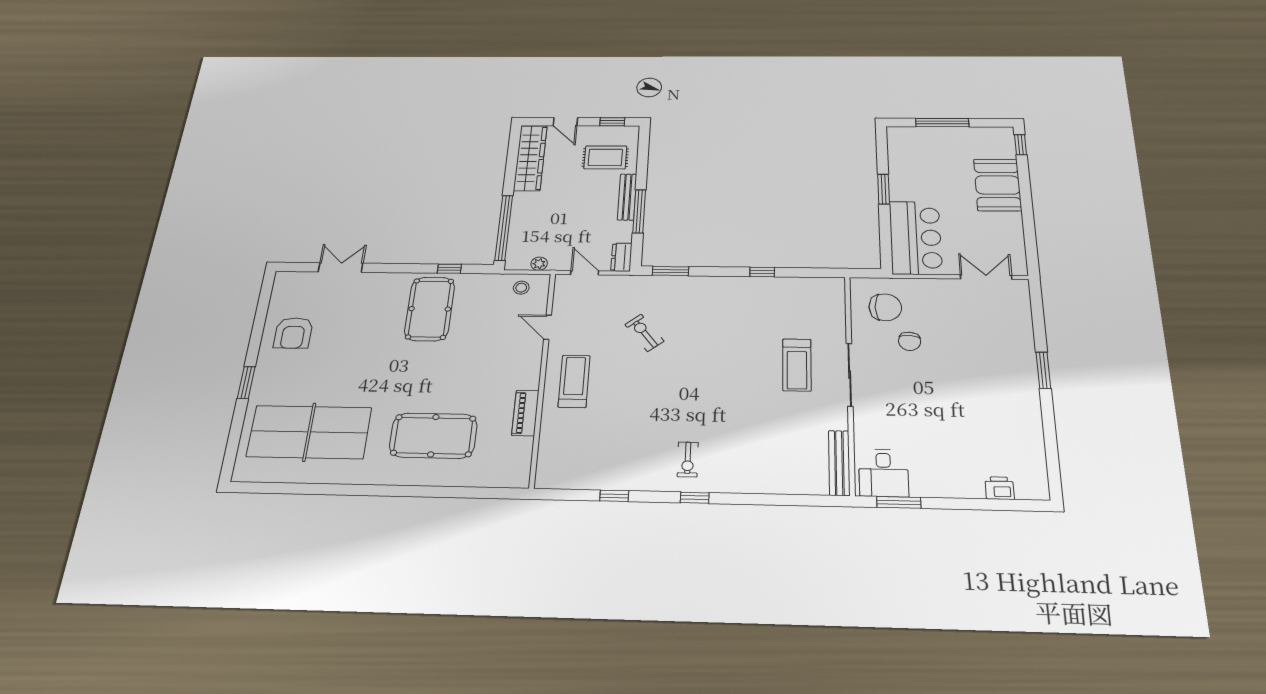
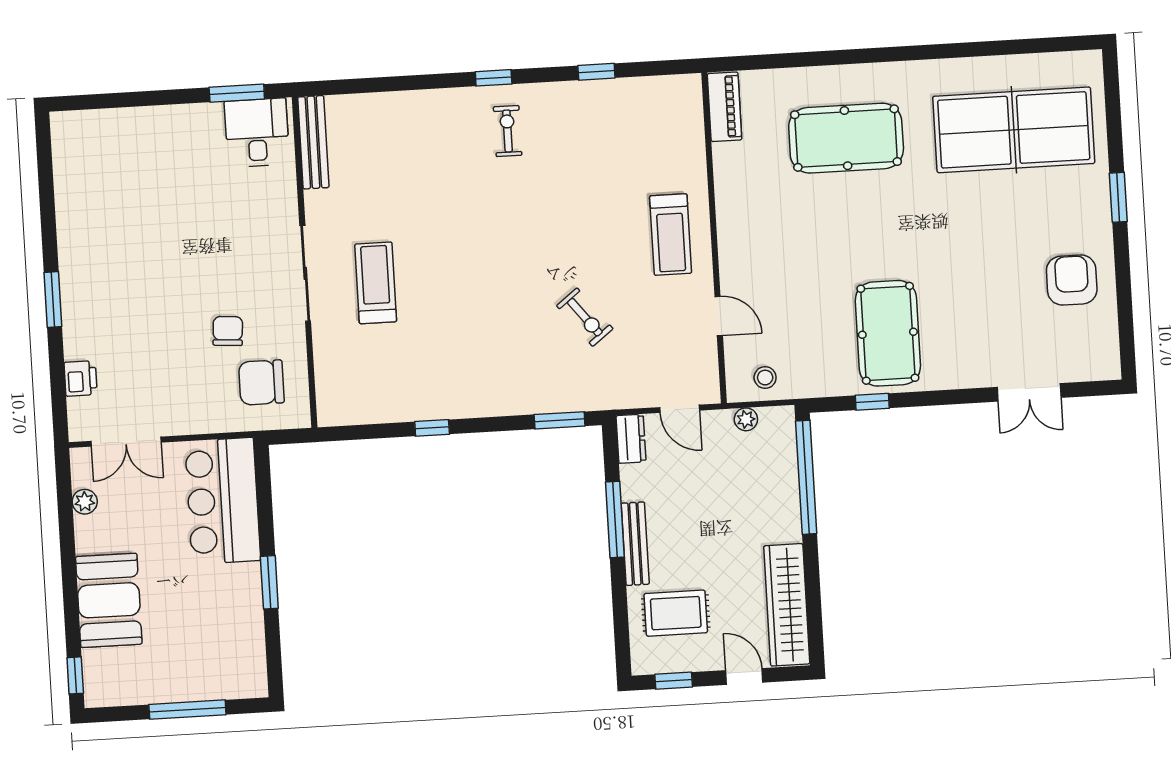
plant: (1016, 243) -> (85, 502), added
piano: (525, 413) -> (725, 107), moved
printer: (1000, 488) -> (81, 378), moved, turned -90

